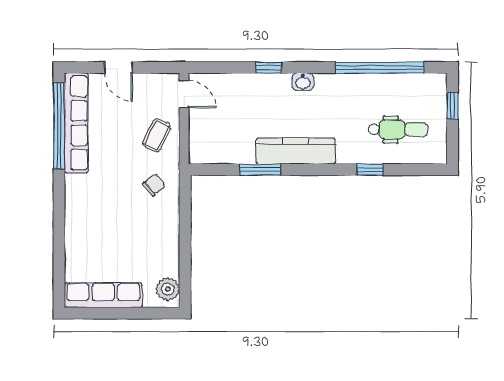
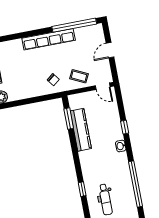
door: (184, 94) -> (103, 86), hinge flipped
row of seats: (76, 123) -> (49, 39), moved
kitchen counter: (296, 151) -> (81, 130), moved
window: (260, 170) -> (69, 119), moved

